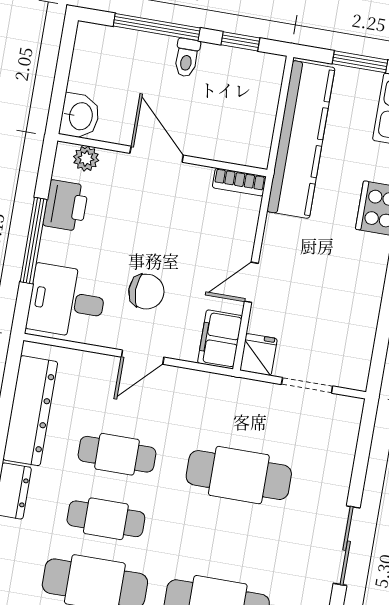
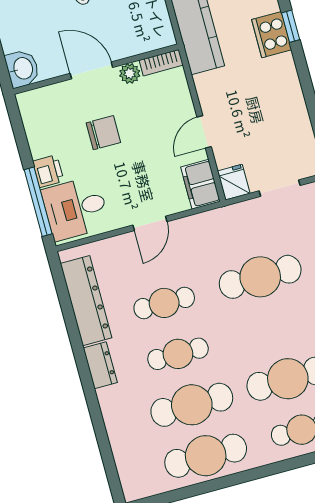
plant: (86, 159) -> (130, 73), moved
printer: (66, 206) -> (48, 171), moved, width x0.73, depth x0.81
window: (34, 241) -> (38, 202), moved
chair: (146, 292) -> (103, 133), moved

